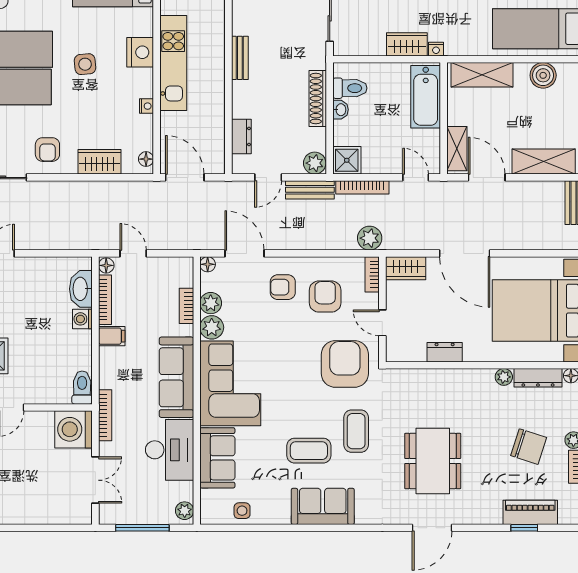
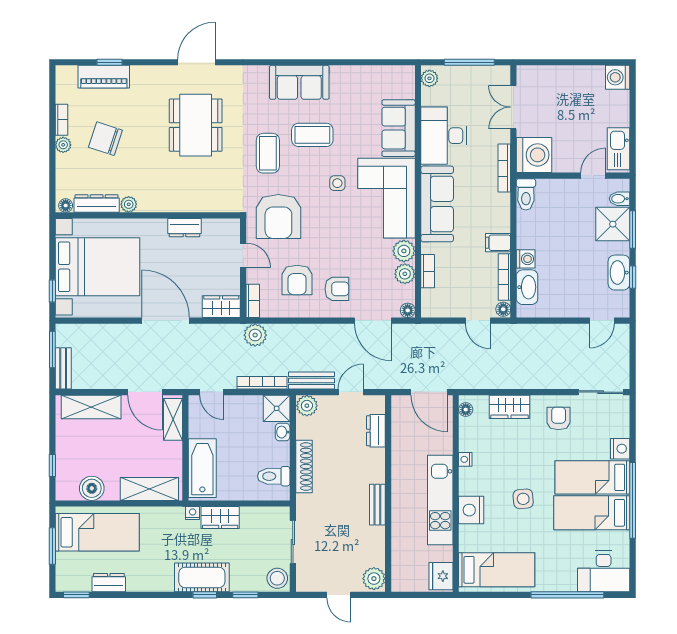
washbasin: (340, 110) -> (283, 432), moved
side table: (242, 511) -> (337, 183), moved

